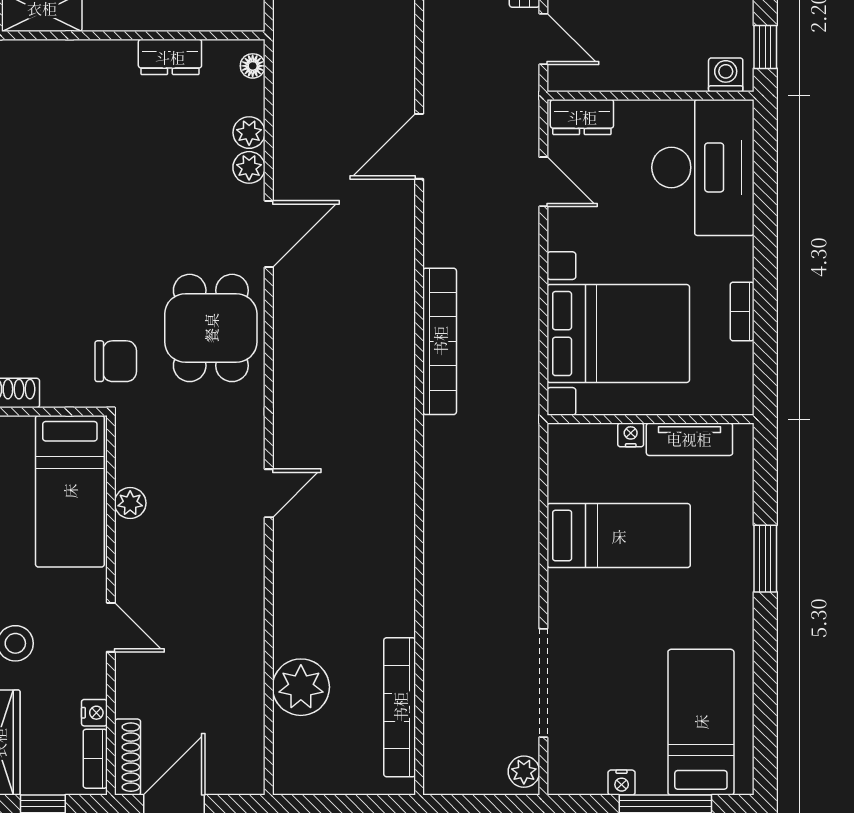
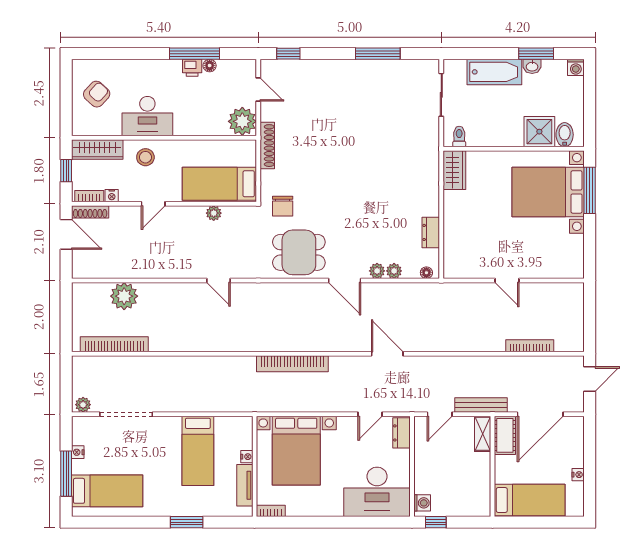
bookcase: (742, 311) -> (271, 511), moved

